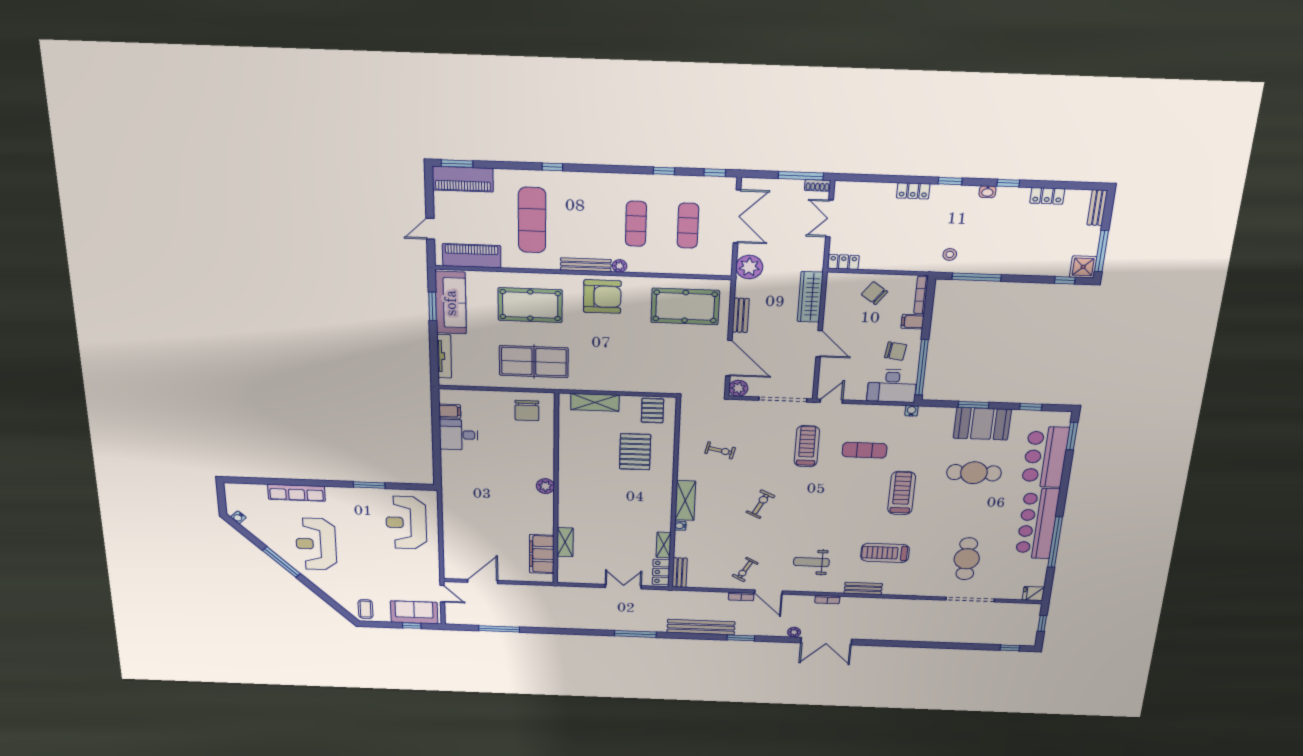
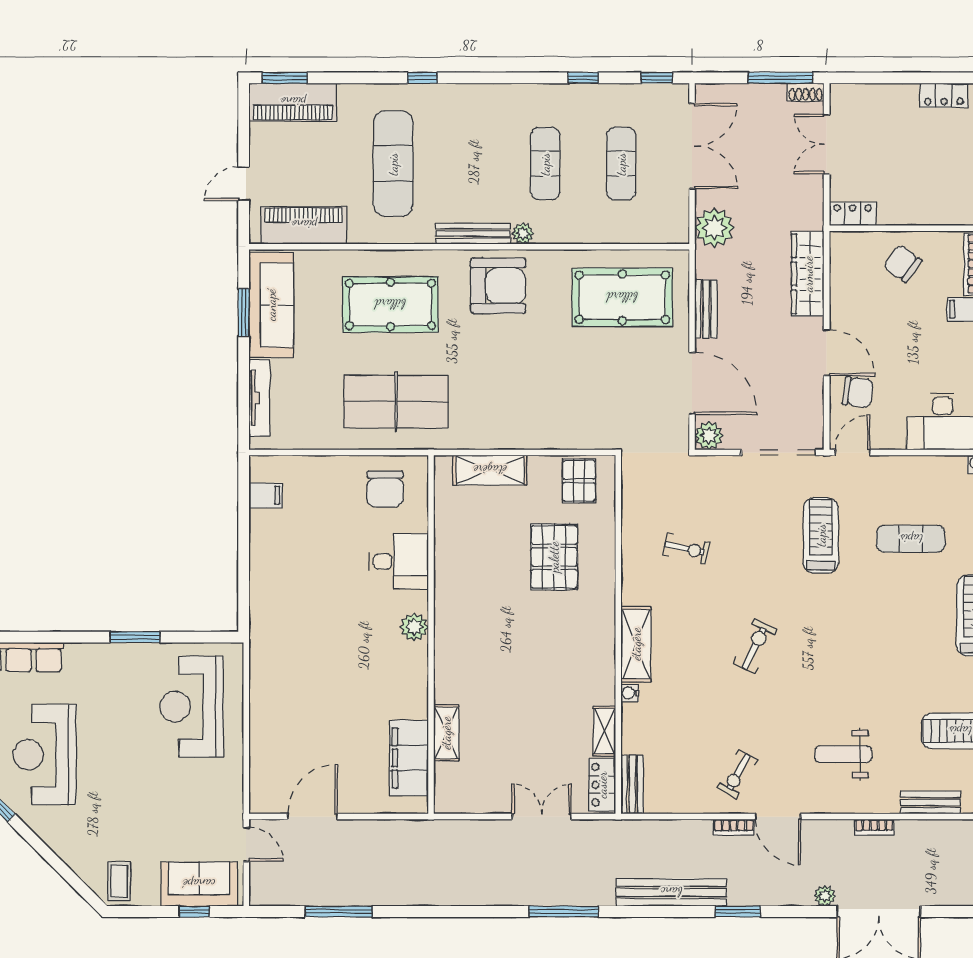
chair: (896, 351) -> (858, 392), moved
desk: (459, 435) -> (399, 561), moved, turned 180

